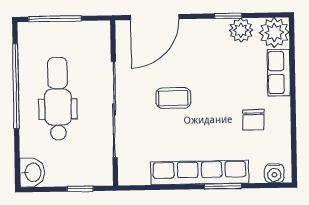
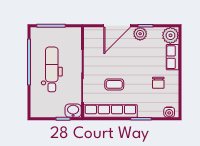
door: (155, 17) -> (117, 26), moved
plant: (241, 30) -> (140, 34), moved
coffee table: (173, 98) -> (114, 84), moved
washbasin: (32, 172) -> (73, 111), moved, turned -90
row of seats: (200, 173) -> (110, 111), moved

